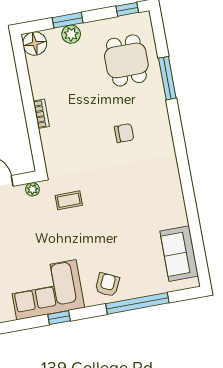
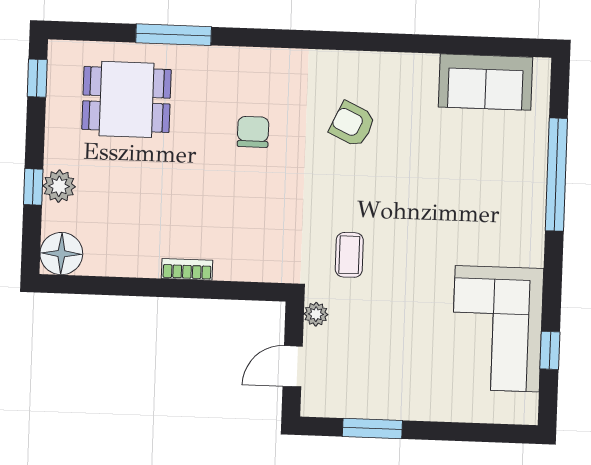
window: (68, 20) -> (33, 187), width x0.67
armchair: (107, 285) -> (352, 124), moved
window: (59, 318) -> (550, 350), moved

